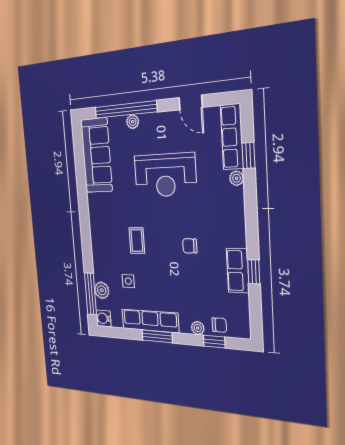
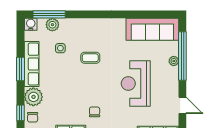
door: (191, 102) -> (182, 105), swing flipped
chair: (190, 246) -> (95, 112), moved
plant: (198, 328) -> (33, 97), width x1.87, depth x1.87

